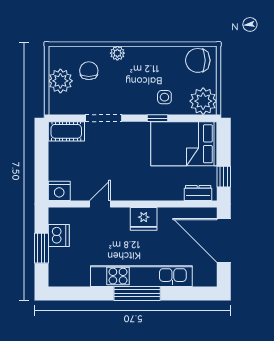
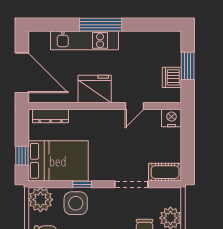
side table: (164, 97) -> (76, 203), width x1.87, depth x1.87
window: (224, 177) -> (22, 156), moved
dresser: (198, 193) -> (51, 116), width x1.44
fridge: (144, 219) -> (95, 89), width x1.36, depth x1.34
kitchen unit: (141, 276) -> (84, 40), width x0.73

